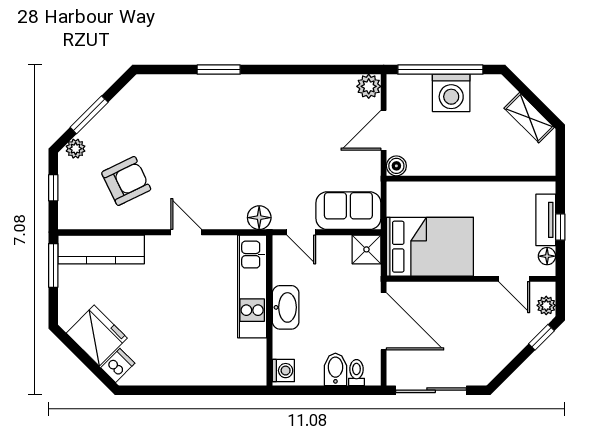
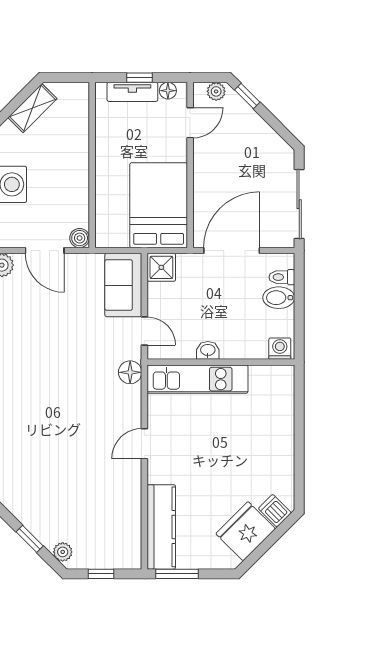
window: (89, 115) -> (30, 539), width x0.67
armchair: (126, 181) -> (94, 502), removed
door: (301, 232) -> (144, 331), hinge flipped
washbasin: (286, 307) -> (208, 350), width x0.52, depth x0.69

